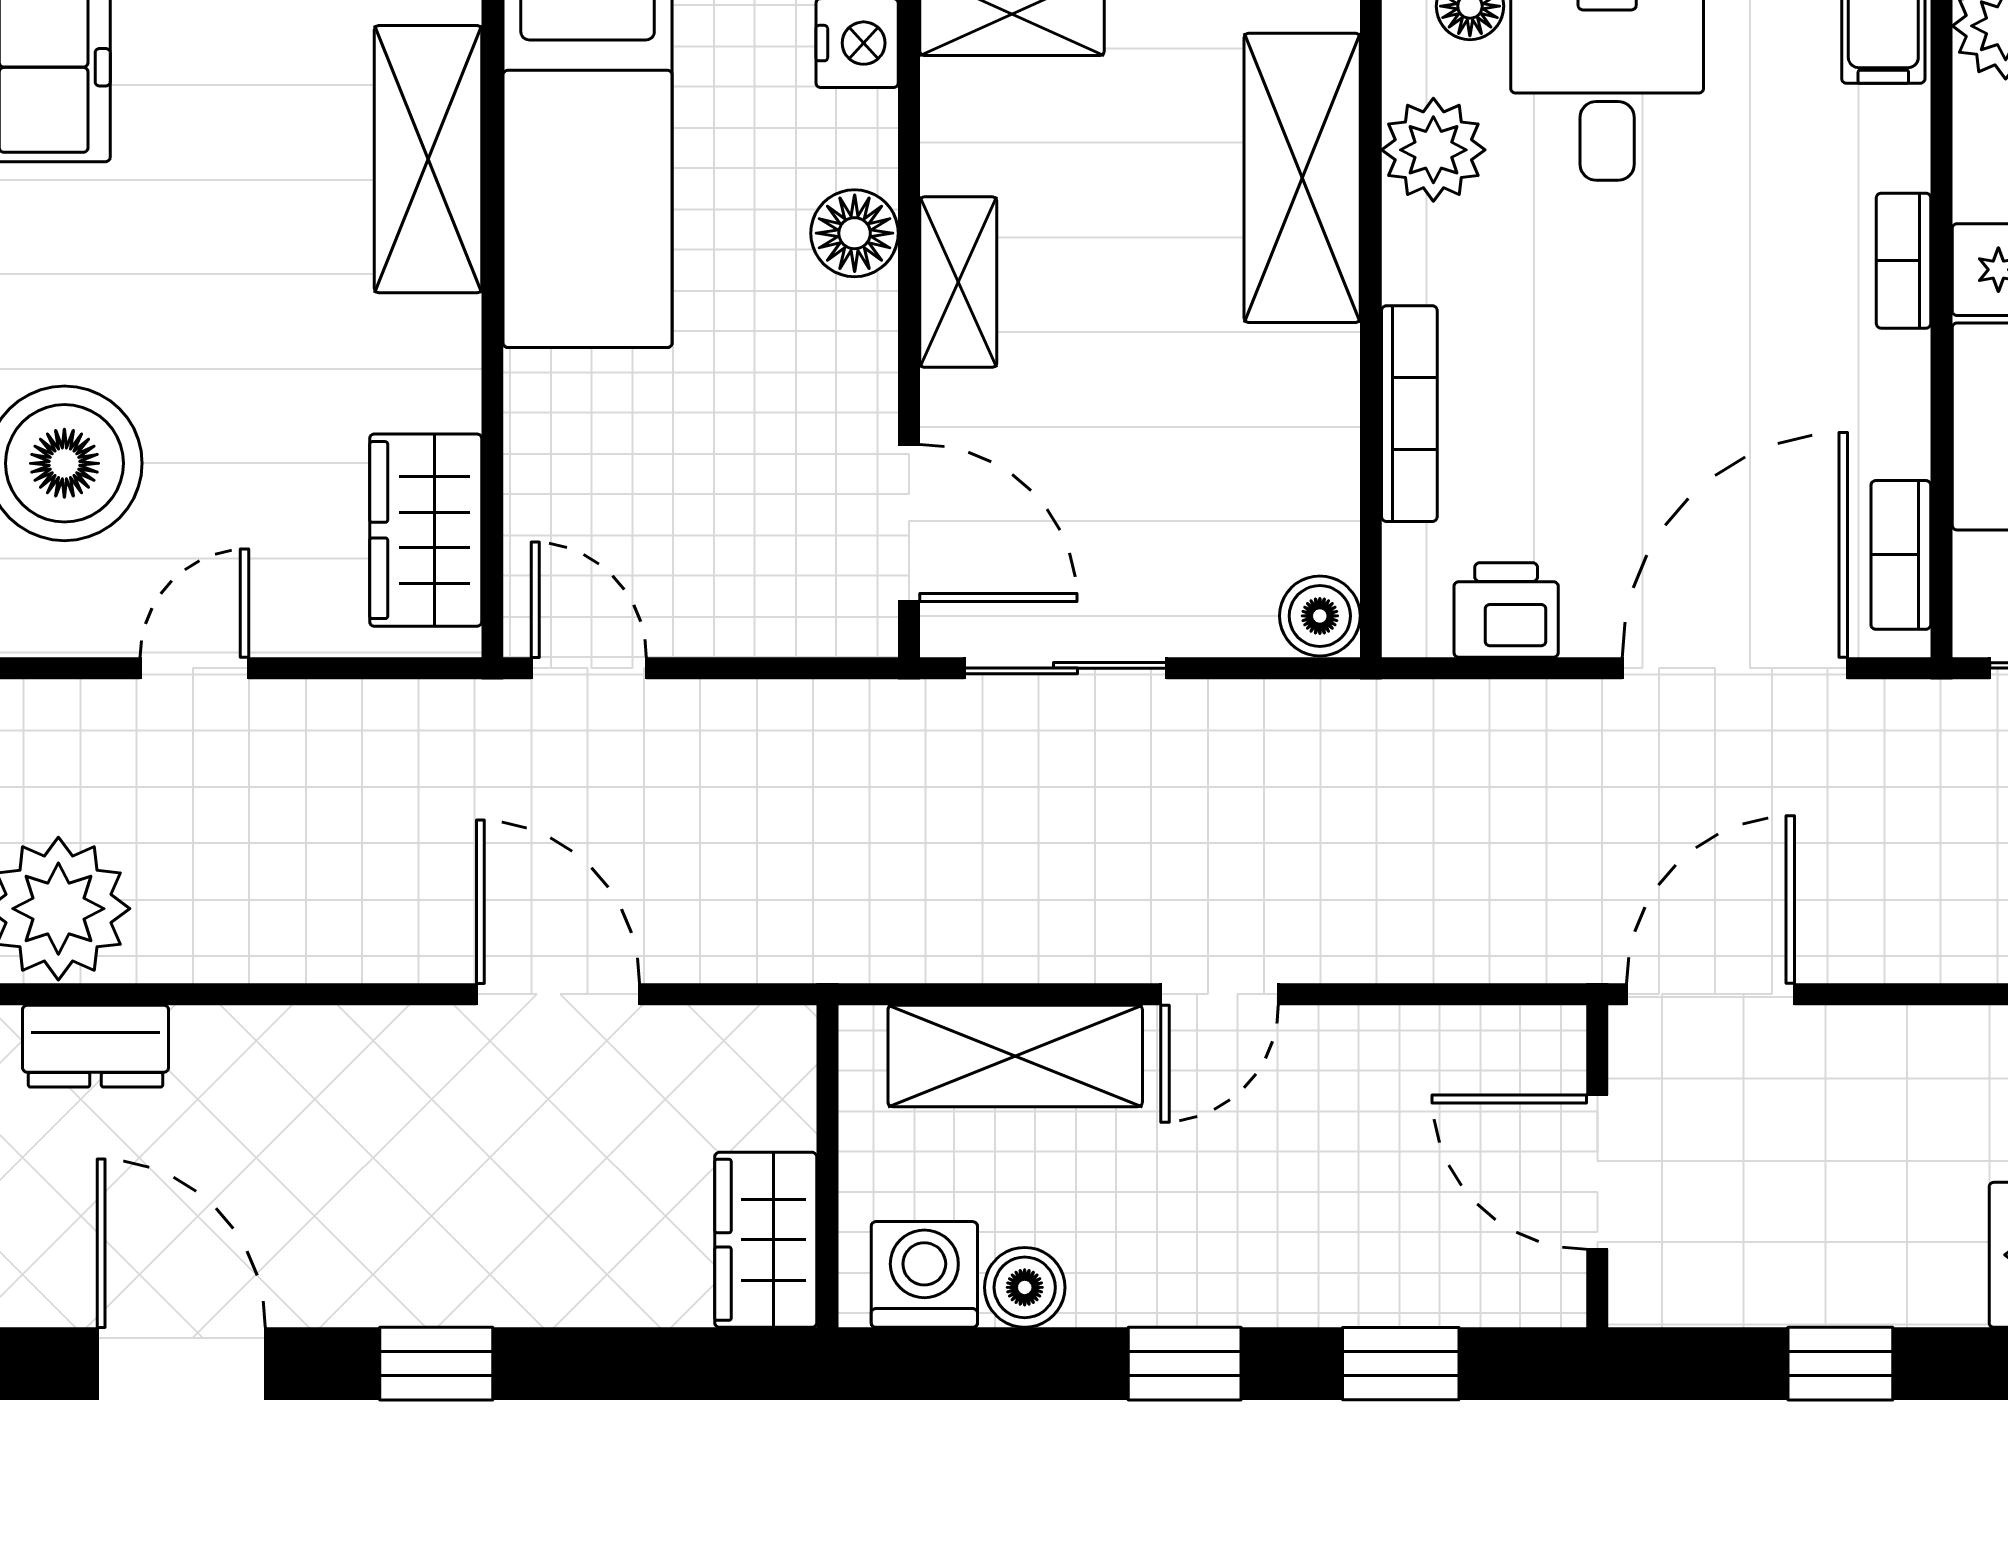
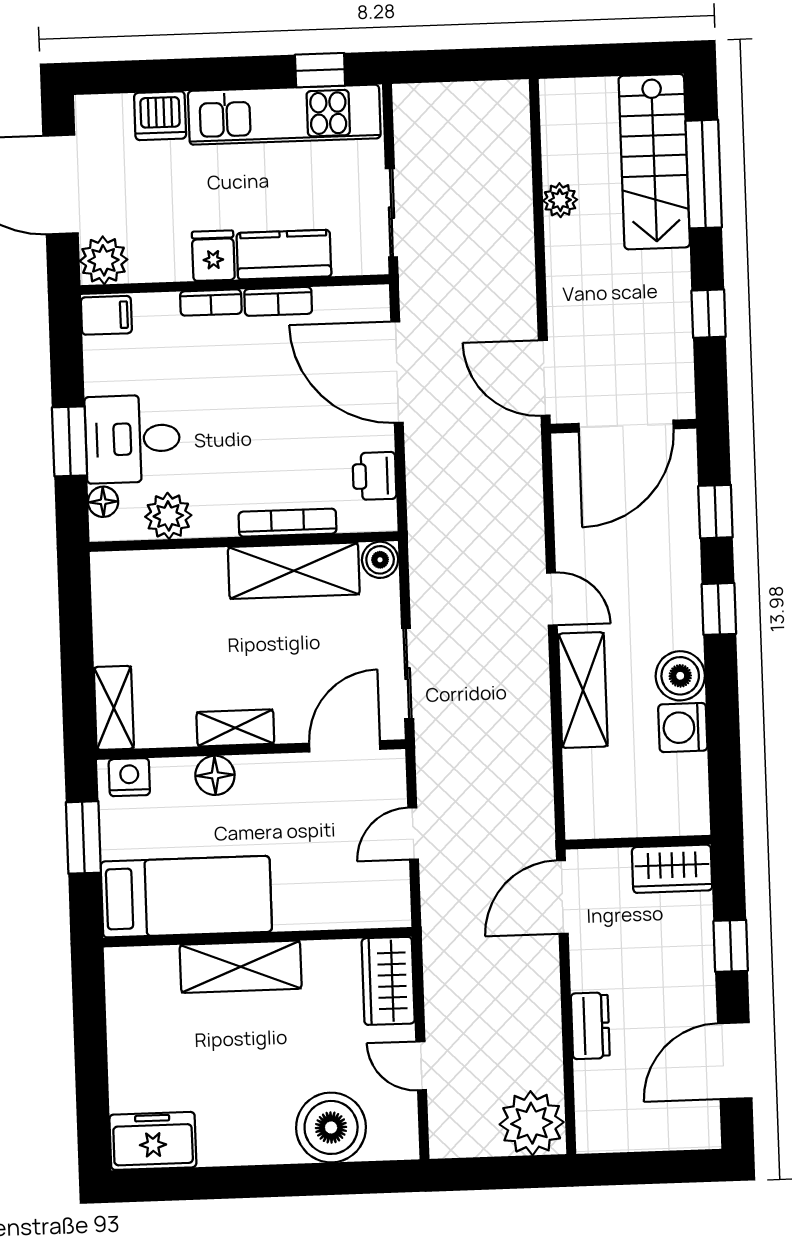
shelving: (428, 159) -> (241, 967), moved
shelving: (1302, 178) -> (294, 571), moved
wardrobe: (426, 530) -> (388, 981), moved, turned 90
bookcase: (1901, 555) -> (278, 301), moved
door: (589, 668) -> (413, 833), moved
dresser: (96, 1046) -> (590, 1026), moved
wall: (827, 1166) -> (638, 842), moved
door: (1597, 1172) -> (626, 426), width x1.36
wardrobe: (766, 1240) -> (672, 869), moved
boiler: (1025, 1287) -> (680, 676), width x1.36, depth x1.36

